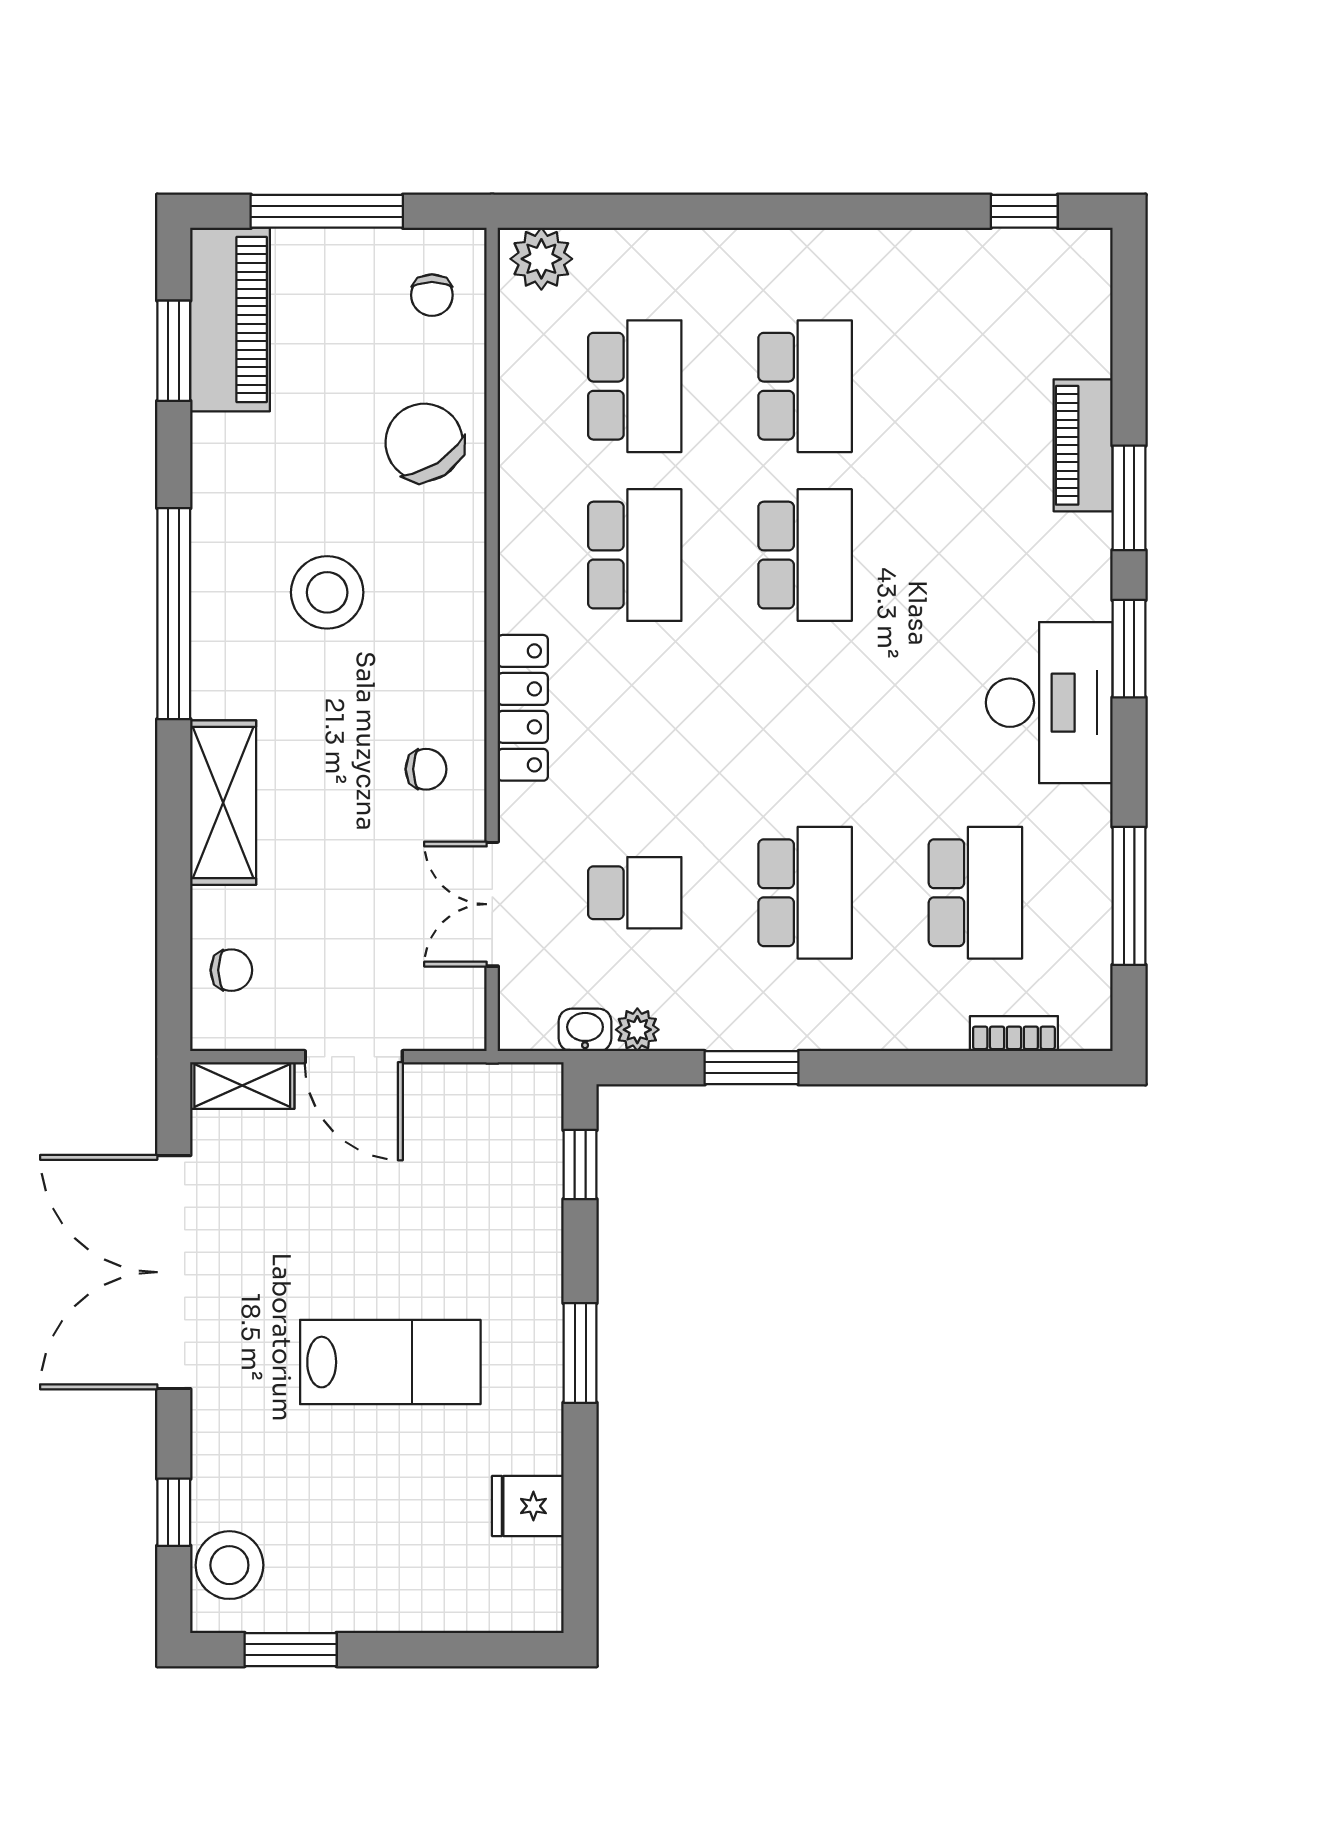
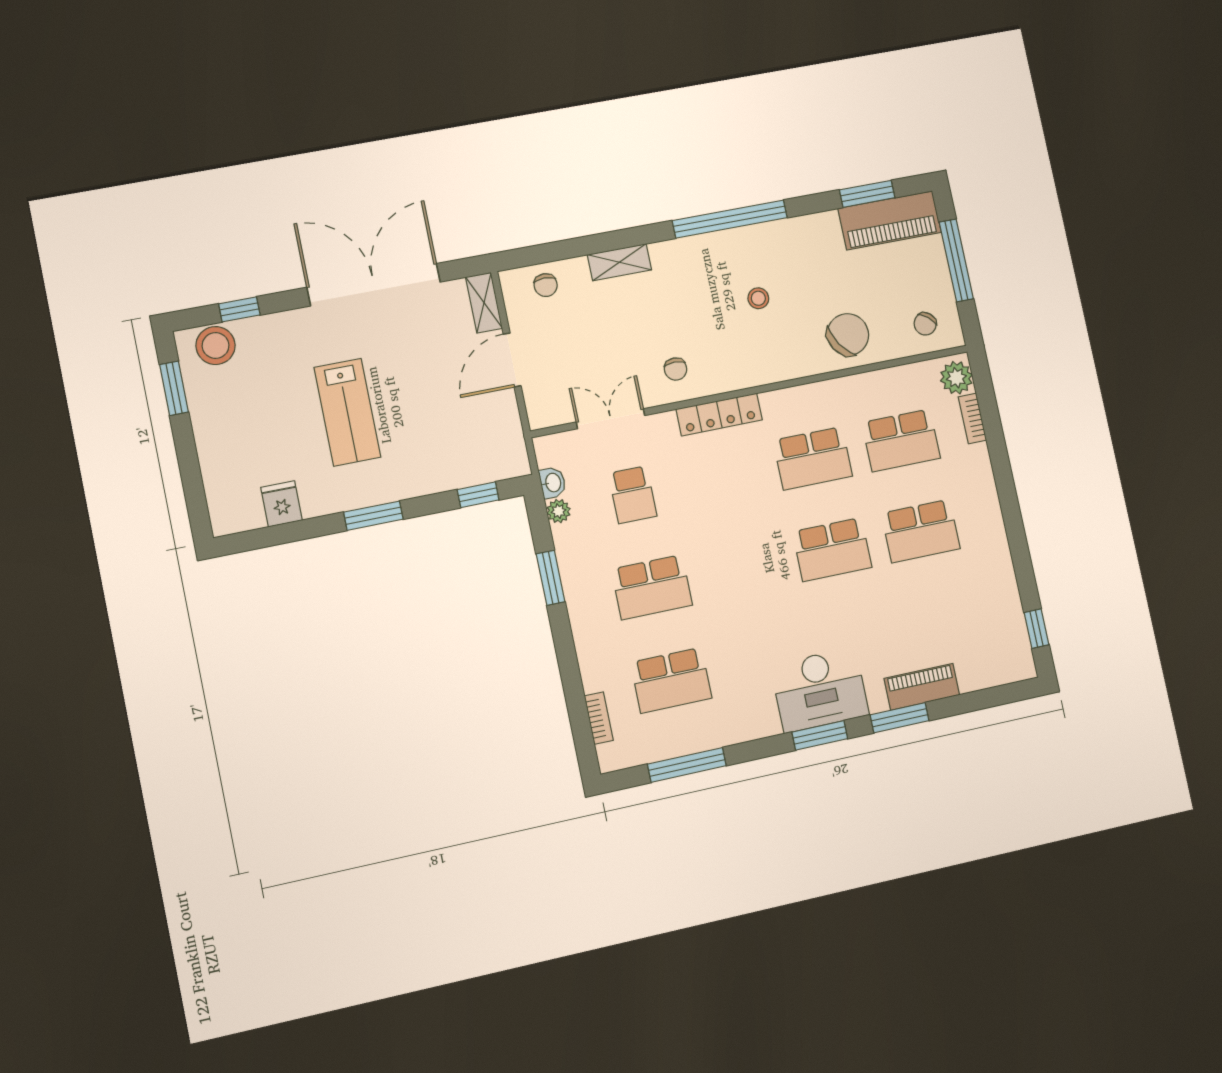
bookcase: (621, 246) -> (972, 419), added
chair: (432, 295) -> (925, 324), turned -50
stool: (327, 592) -> (758, 298), width x0.53, depth x0.53
desk: (1049, 703) -> (820, 690), moved
shelving: (223, 803) -> (619, 262), width x0.67, depth x0.75

